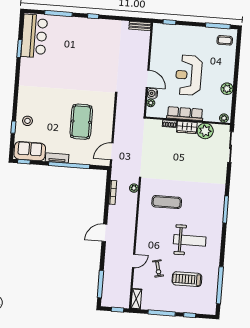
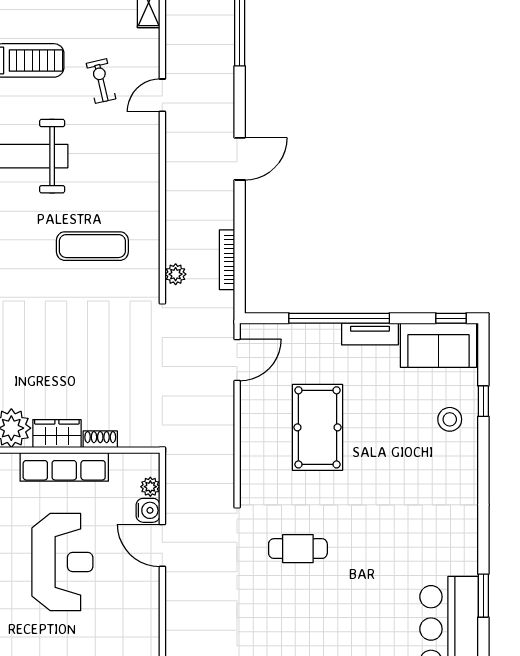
cafe table: (93, 73) -> (298, 549), added

